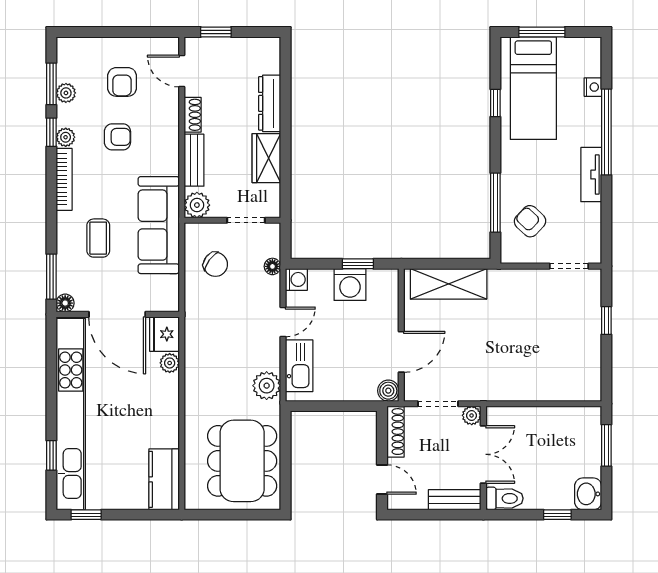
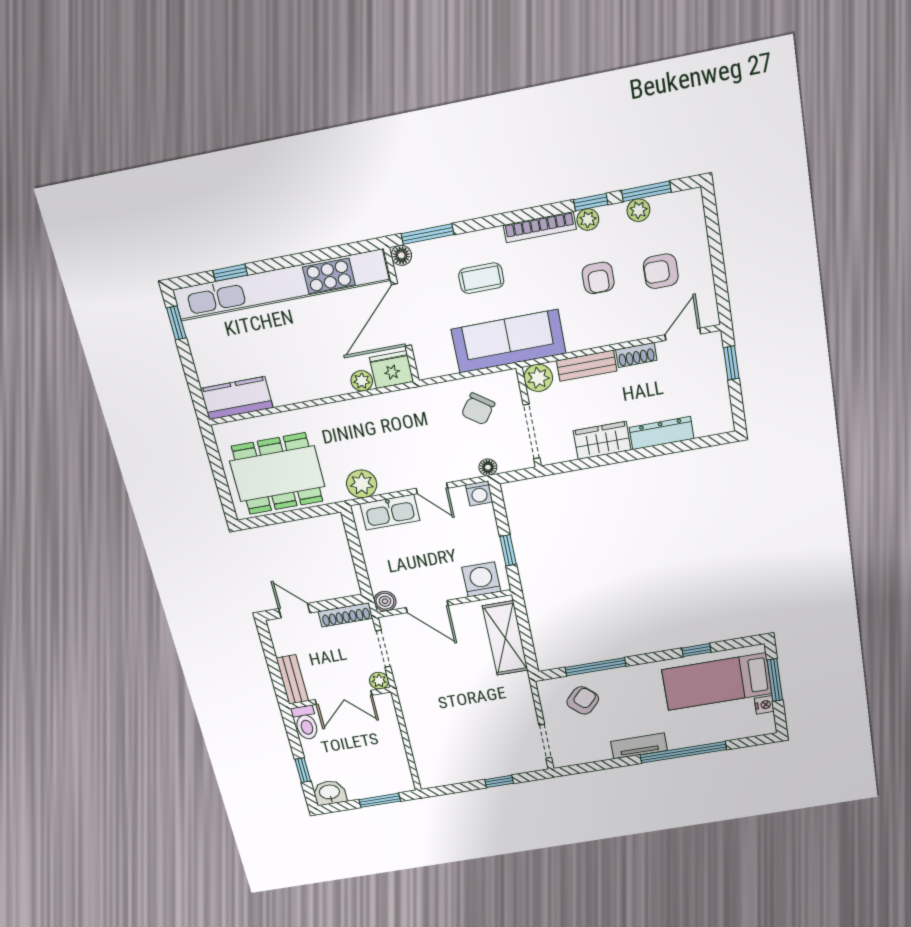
nightstand: (593, 87) -> (764, 705), moved, turned -90
doorway: (246, 220) -> (532, 432), width x1.38
washing machine: (350, 284) -> (481, 579), moved, turned 90
door: (382, 480) -> (294, 611), swing flipped

